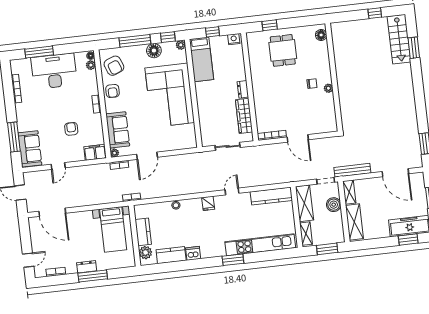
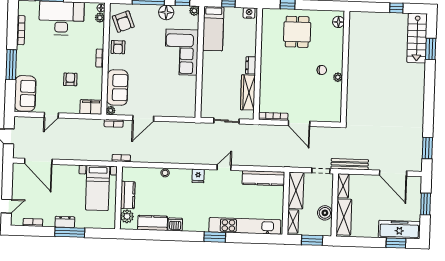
corner sofa: (170, 95) -> (182, 52), width x0.73, depth x0.74
window: (14, 137) -> (11, 65), moved
boiler: (334, 205) -> (325, 213), moved

